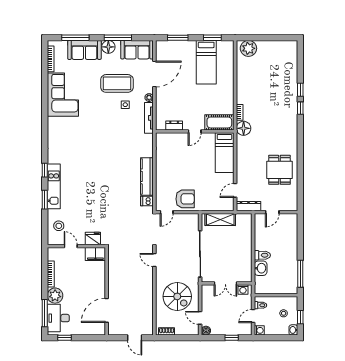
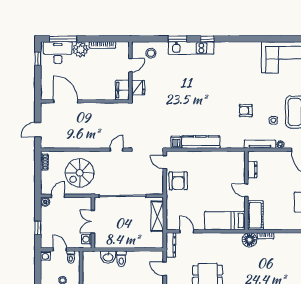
armchair: (116, 132) -> (246, 111), added

